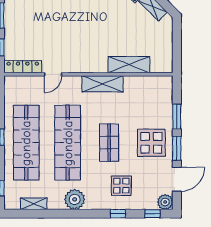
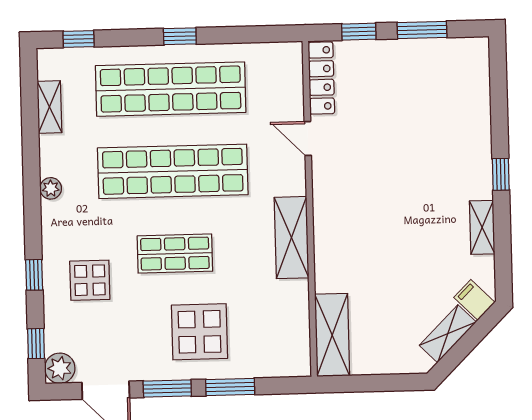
shelving: (129, 65) -> (332, 335), moved
display table: (151, 143) -> (200, 332), moved
plant: (75, 199) -> (51, 188), width x0.53, depth x0.53

